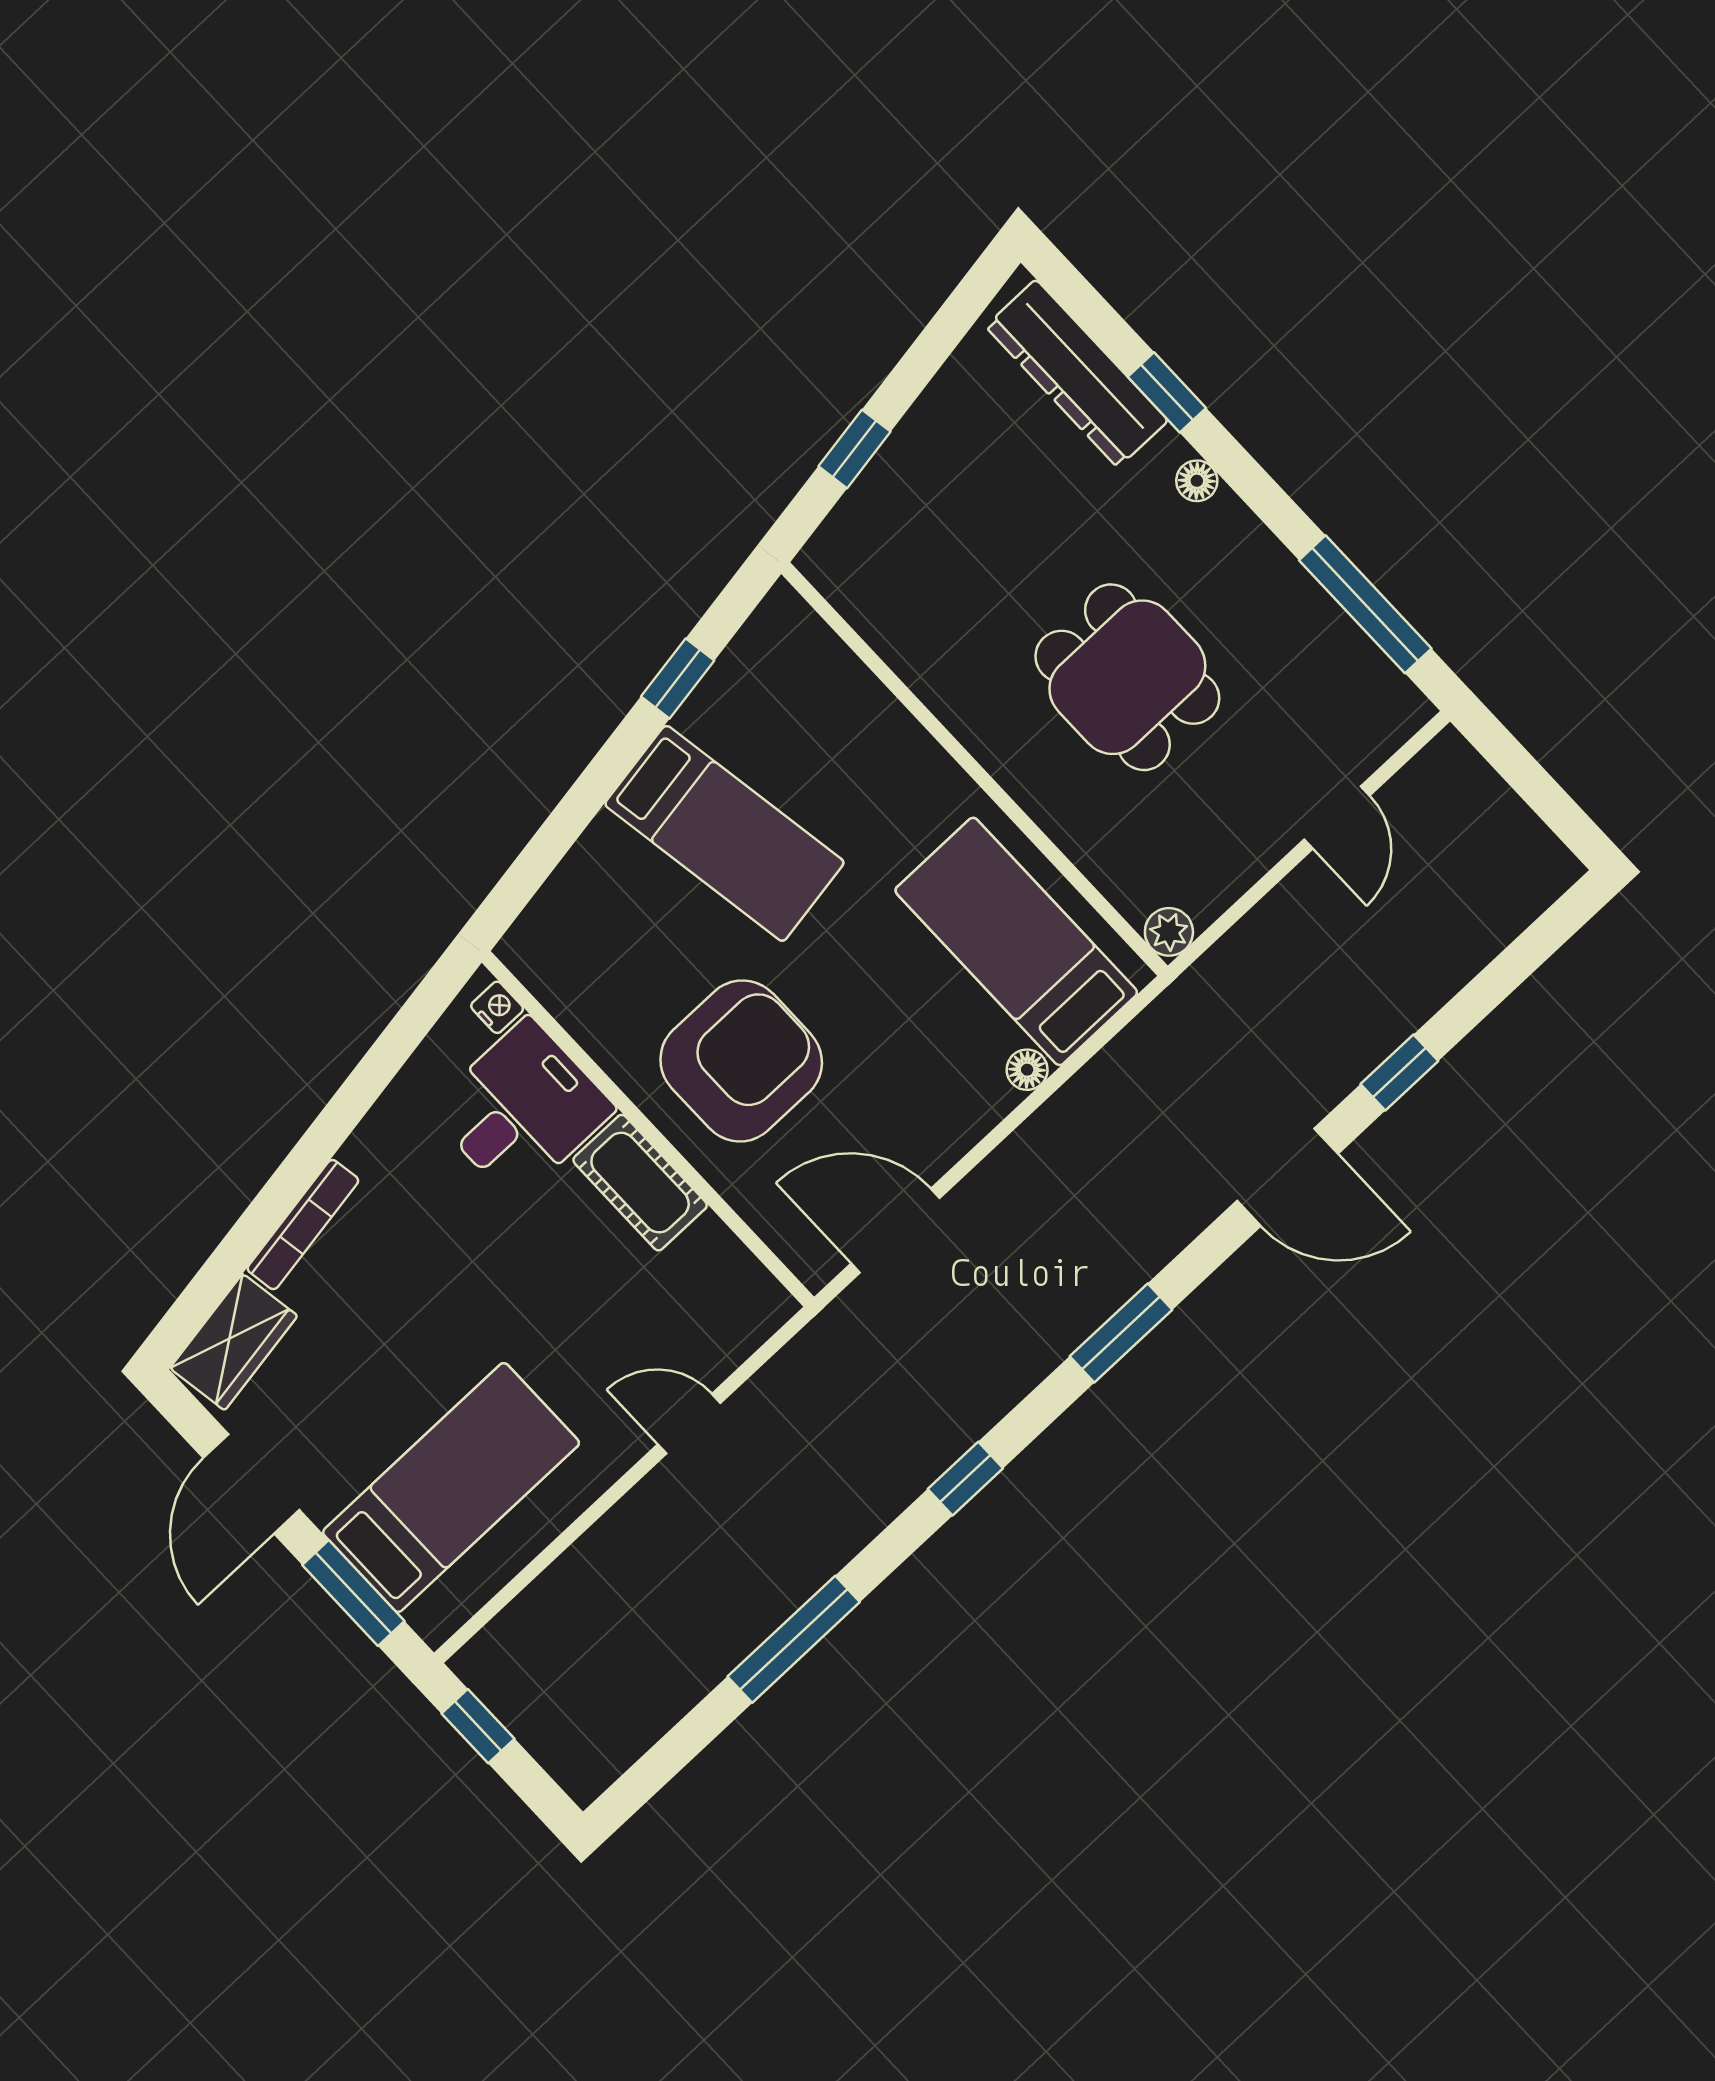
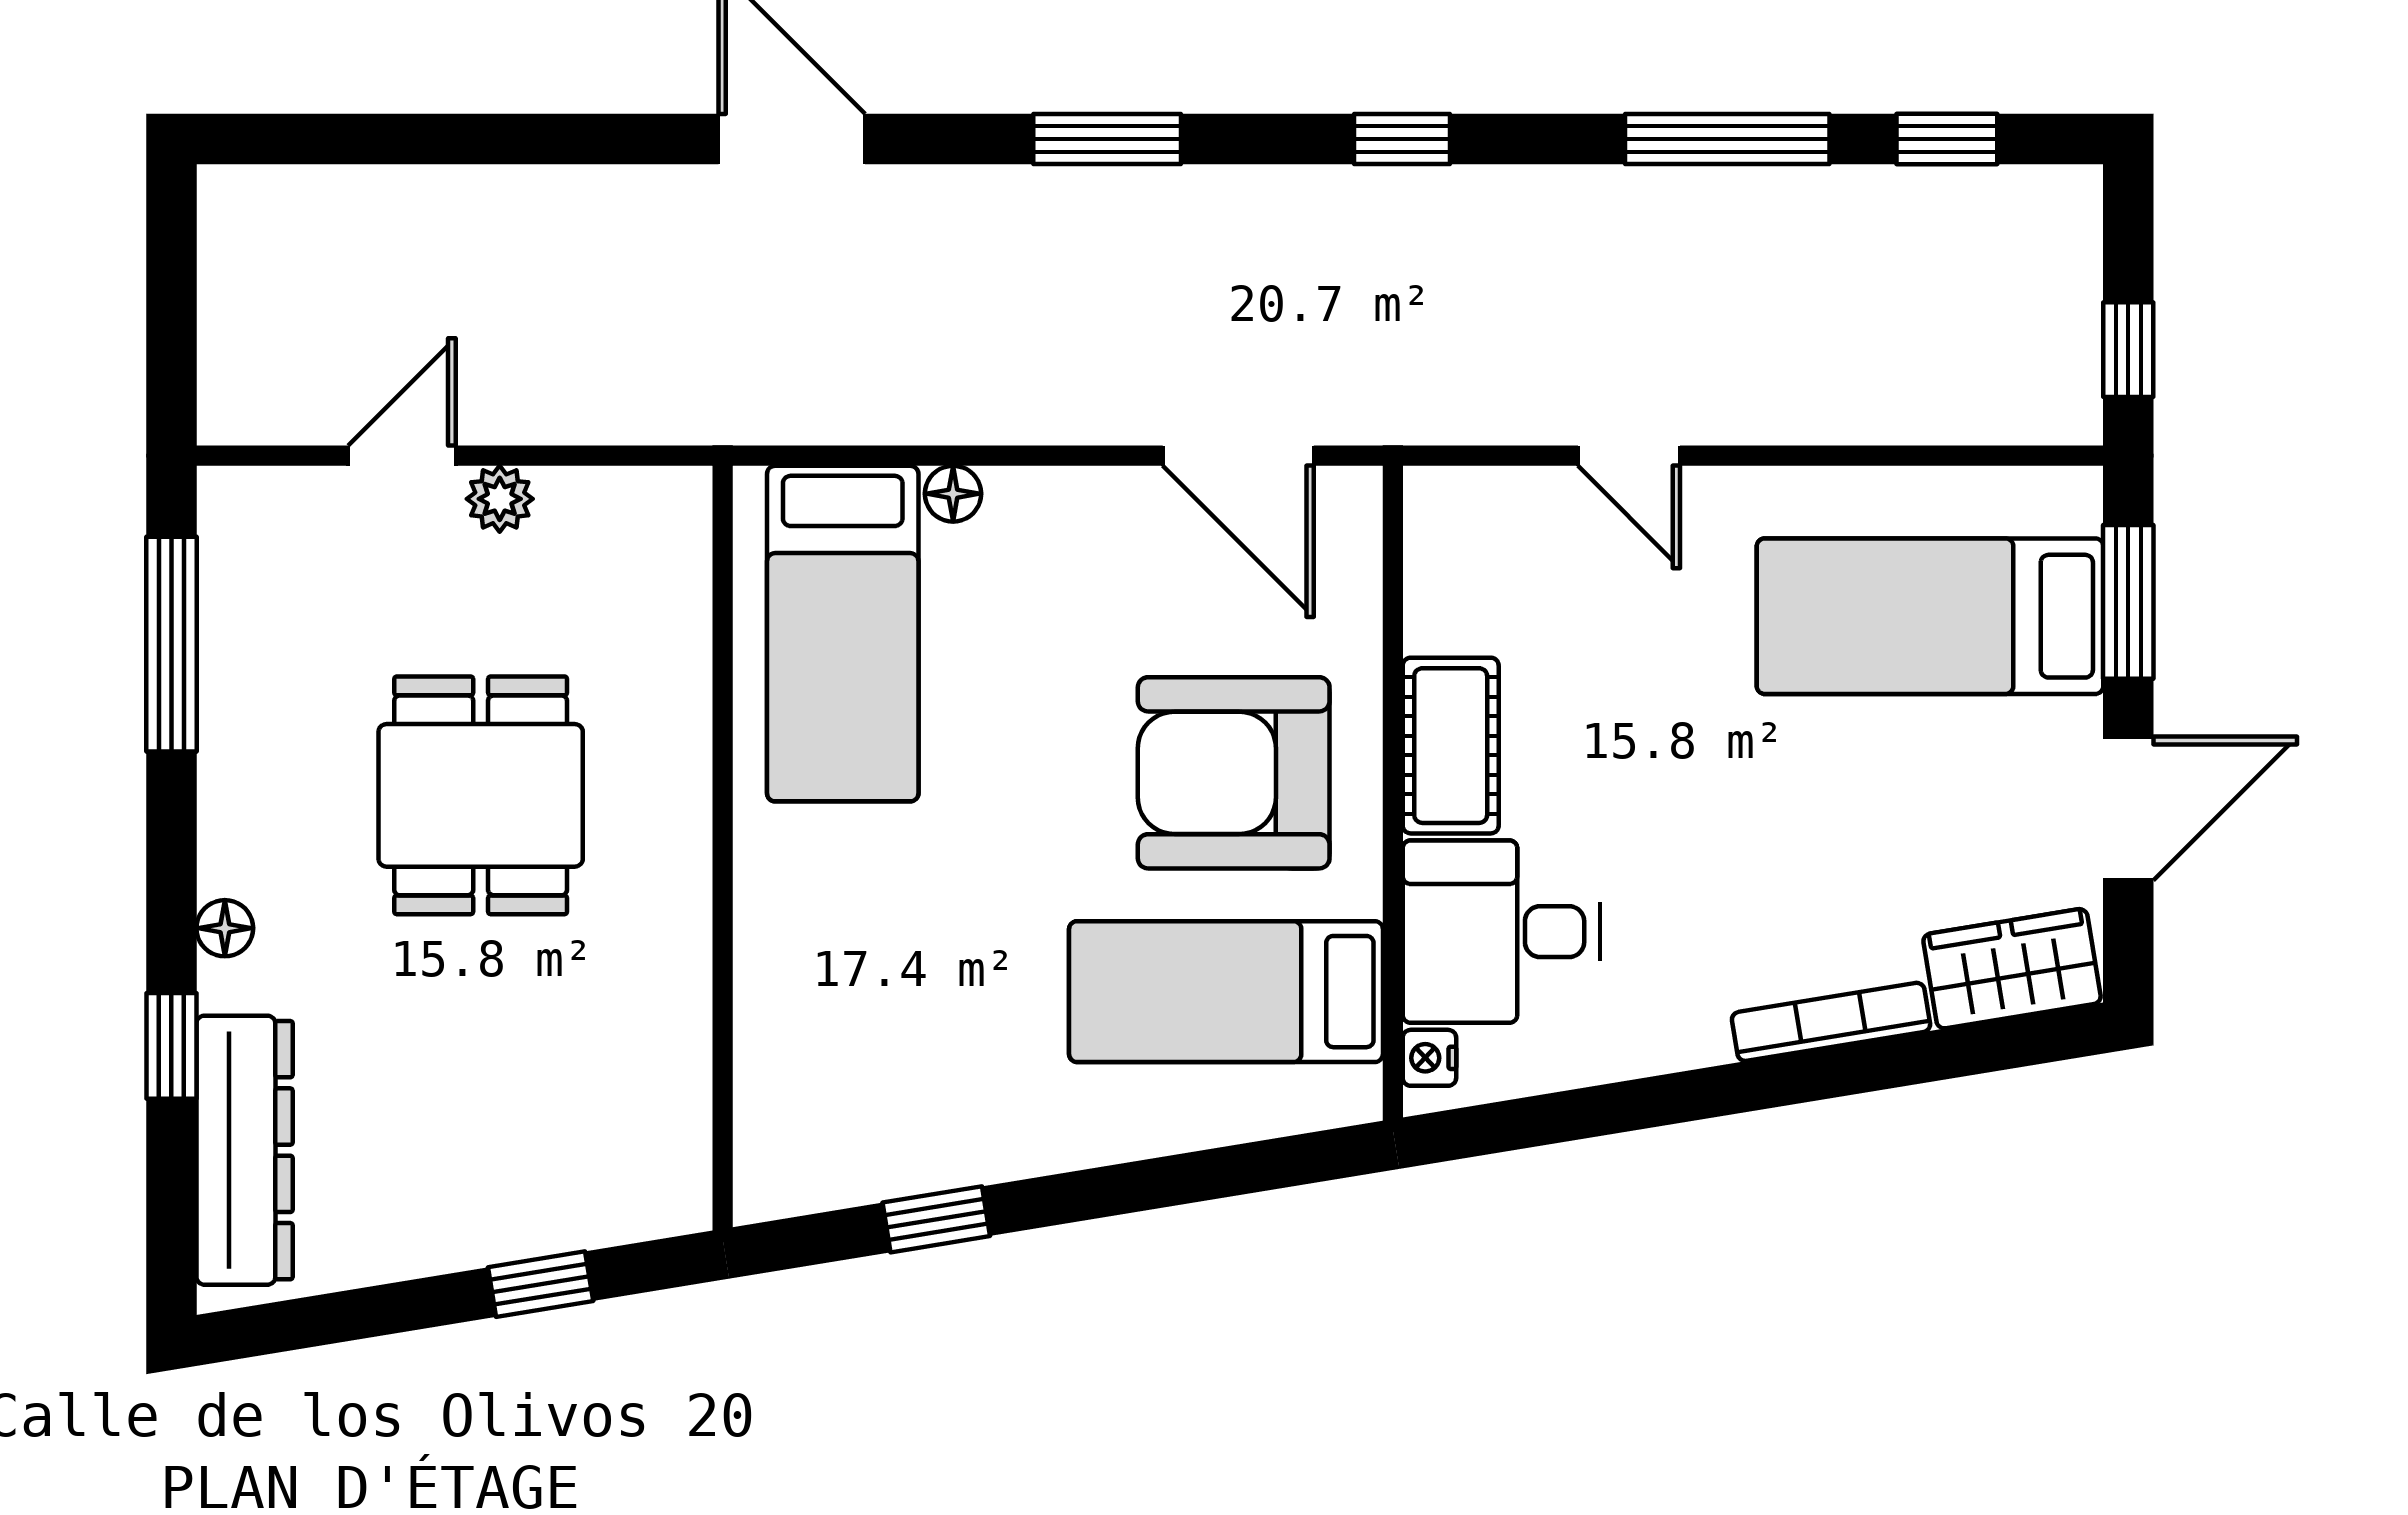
bed: (724, 833) -> (1226, 992), moved, turned -81
plant: (1169, 932) -> (500, 499), moved
window: (1399, 1073) -> (1947, 139), moved

